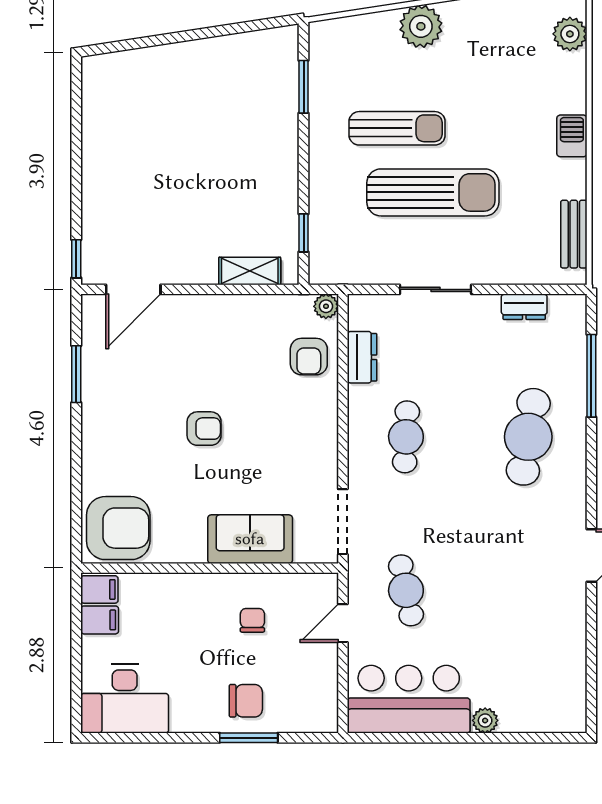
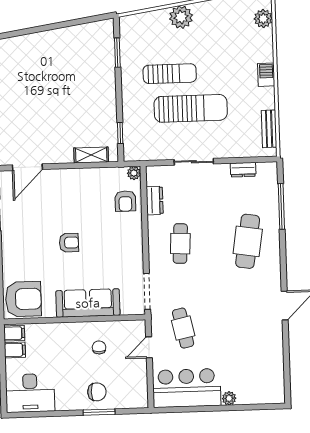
sofa: (250, 539) -> (88, 303), width x1.36

